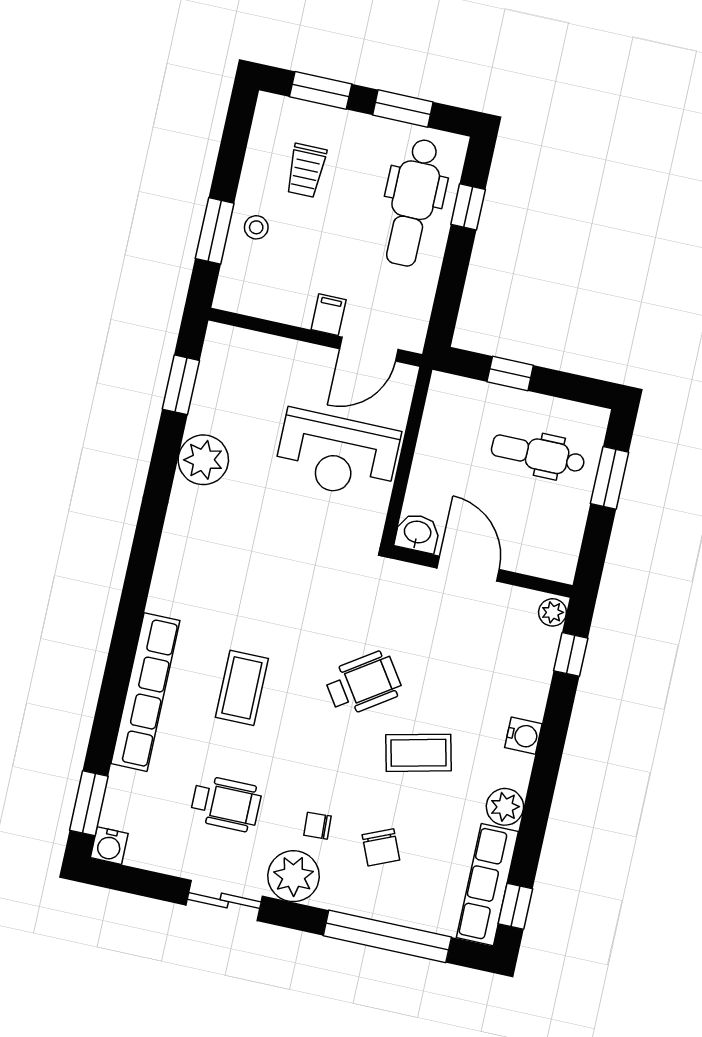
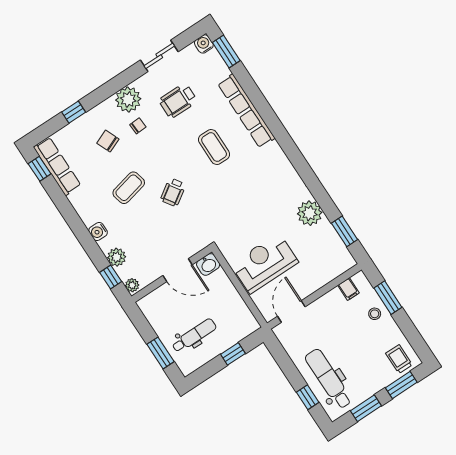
trolley: (306, 170) -> (399, 359), moved
filing cabinet: (329, 315) -> (348, 289), moved
wheelchair: (363, 683) -> (173, 192), width x0.73, depth x0.73
plant: (505, 807) -> (117, 257), moved
sliding door: (224, 901) -> (159, 56), moved
window: (387, 936) -> (74, 112), width x0.32

